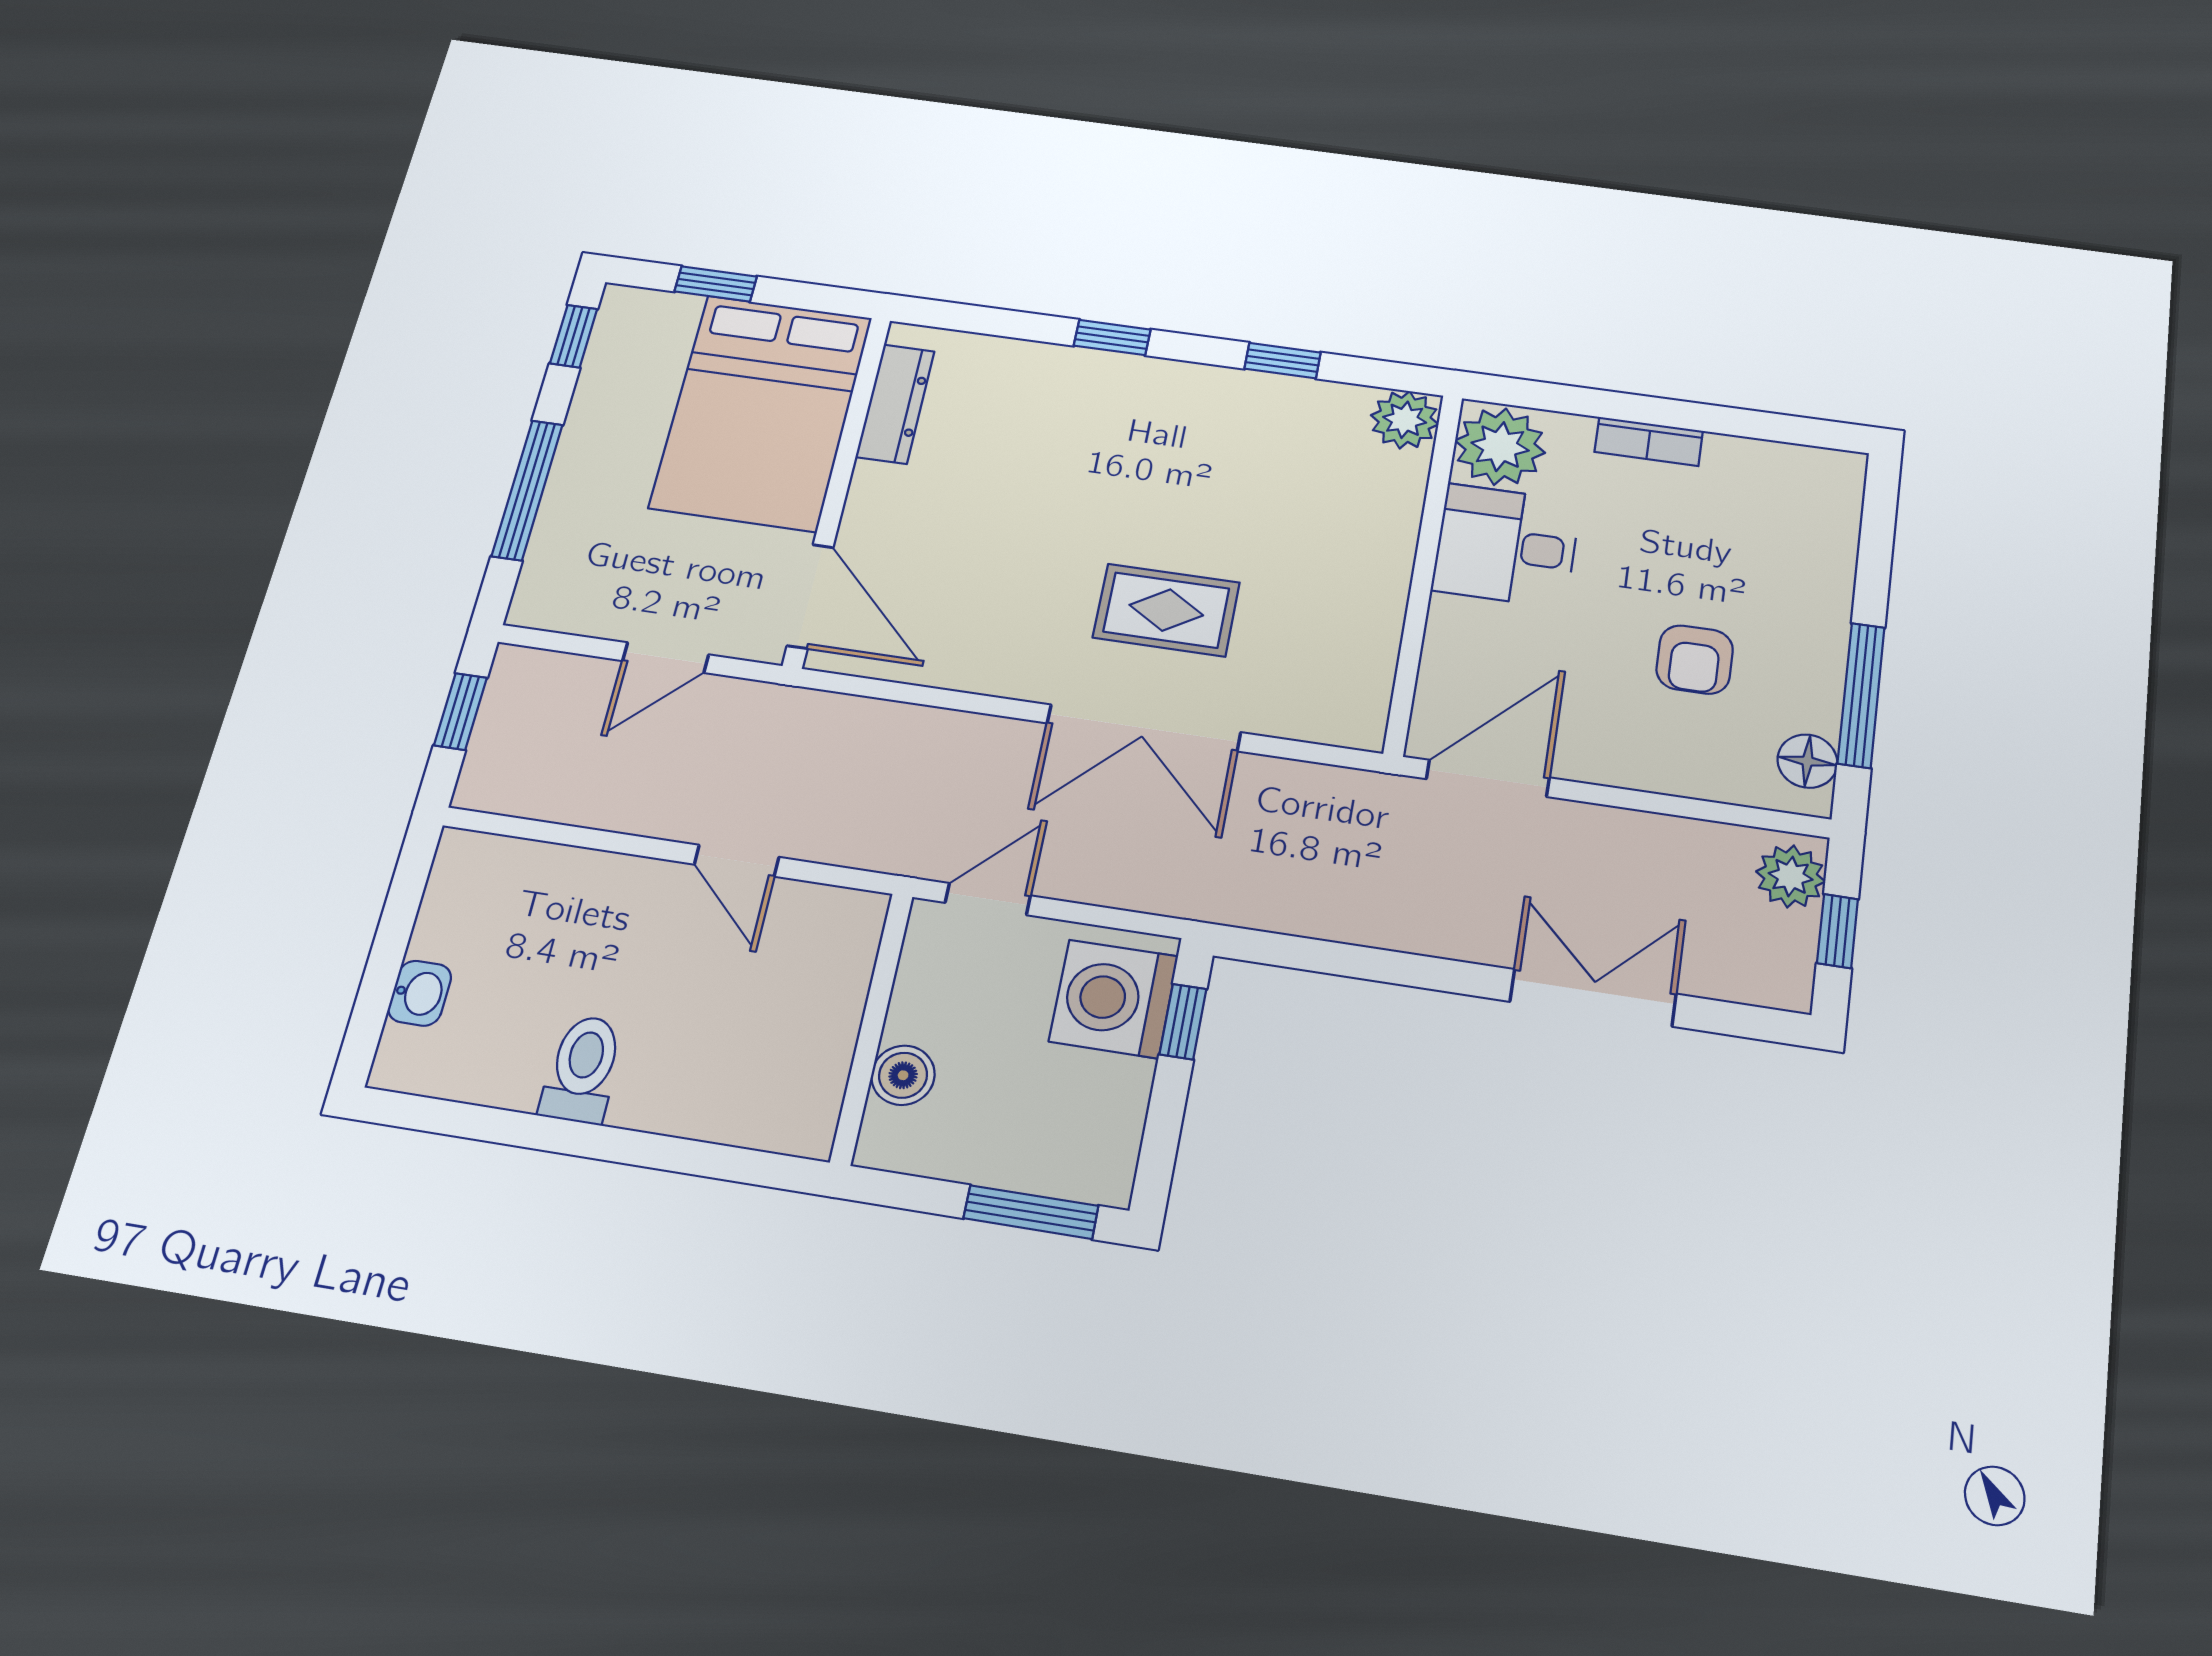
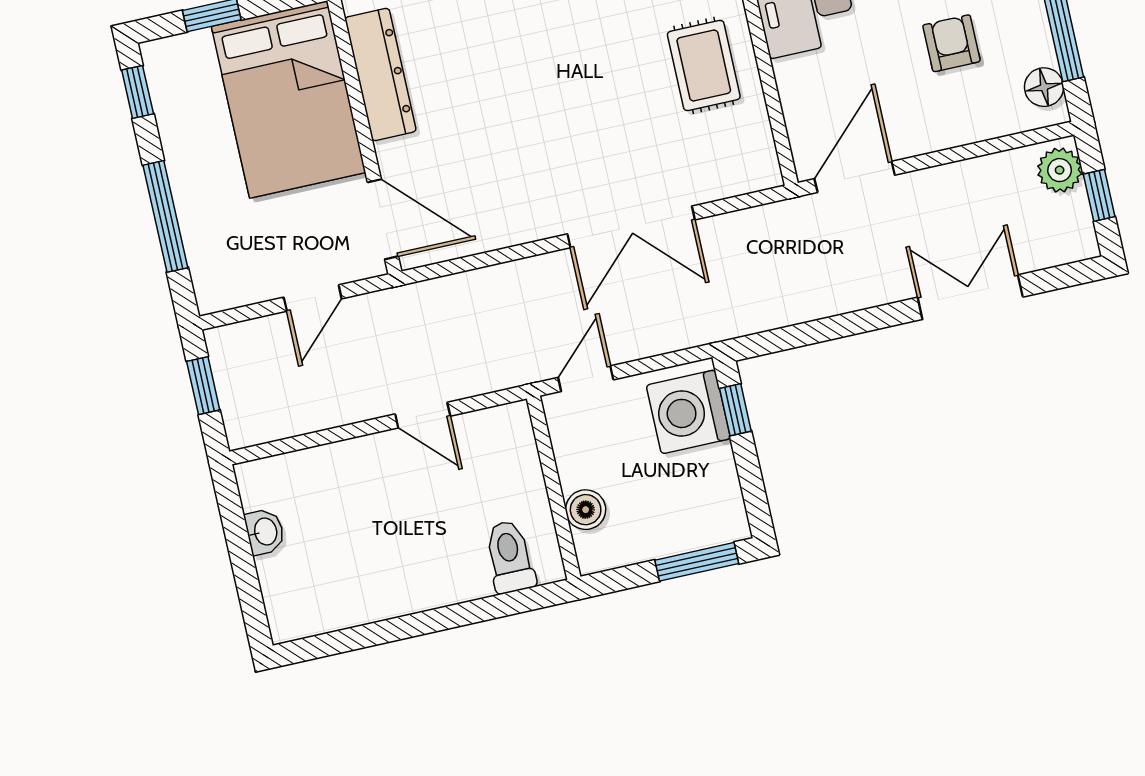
dresser: (895, 404) -> (380, 74), width x1.37, depth x1.24
rug: (1166, 610) -> (704, 66), moved, turned 90
armchair: (1695, 660) -> (951, 43), turned 180
washbasin: (420, 993) -> (265, 532), moved
toilet: (583, 1069) -> (510, 557), moved

